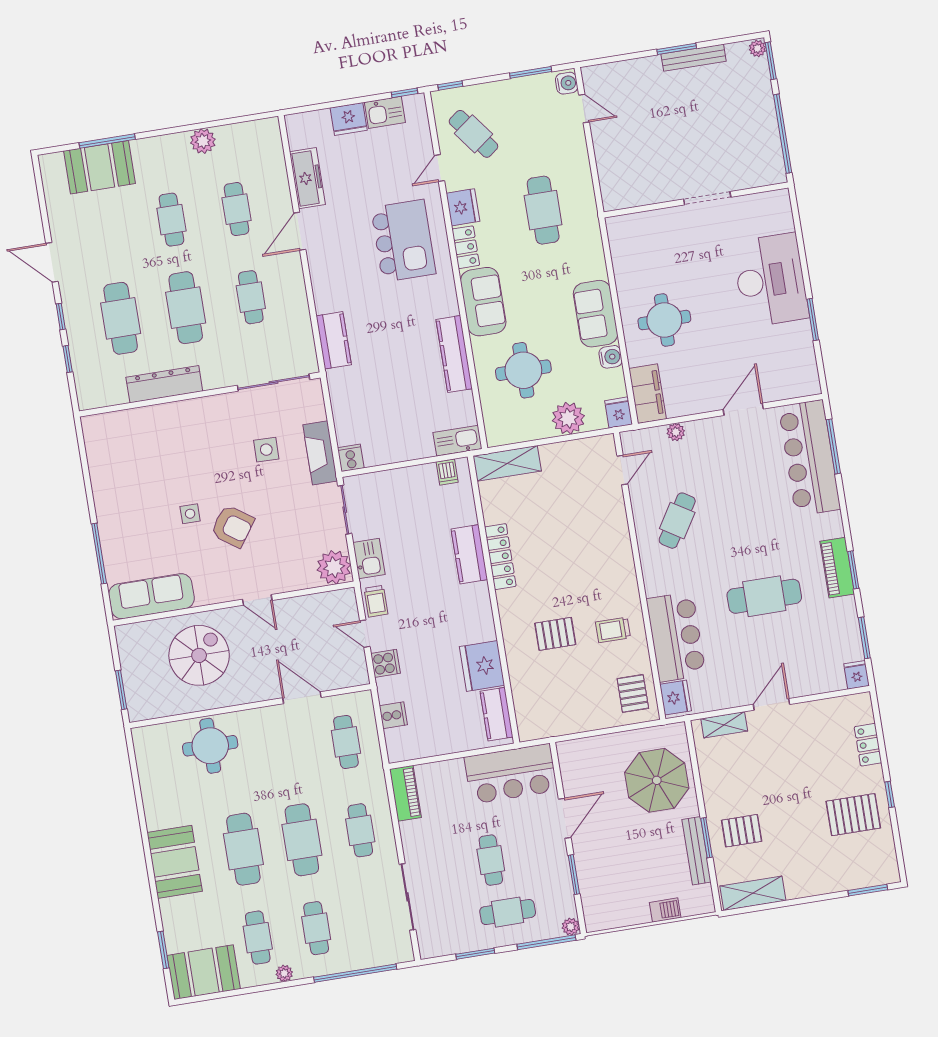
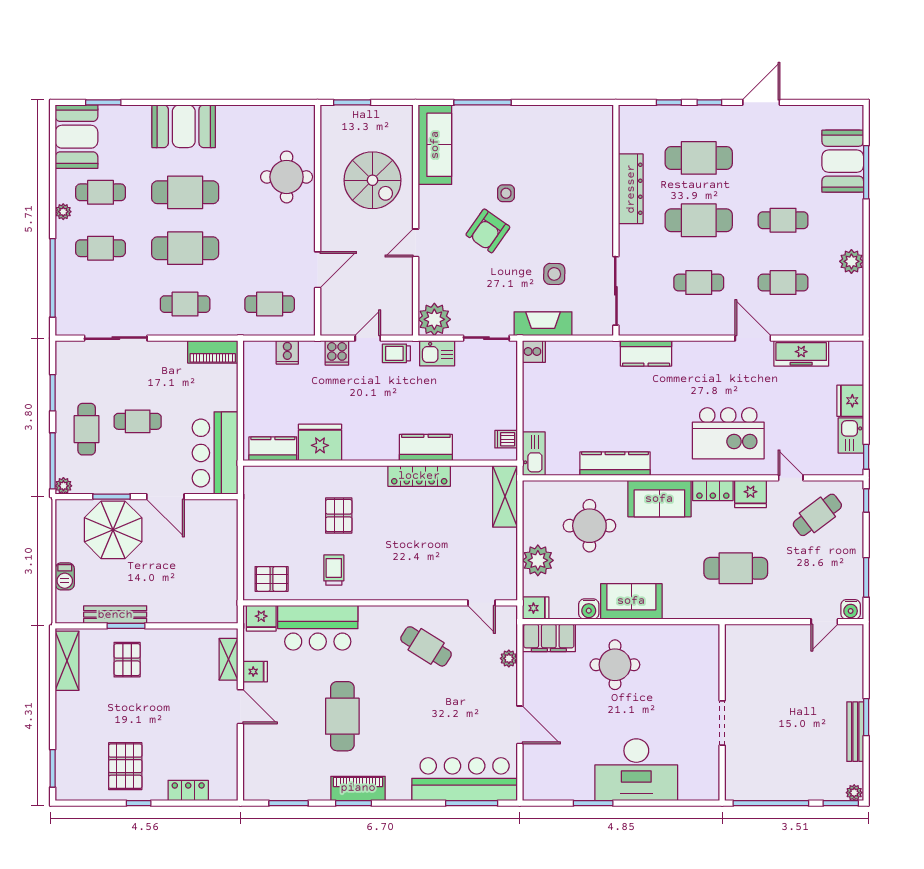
fridge: (857, 675) -> (255, 672), moved
parasol: (657, 780) -> (113, 530), moved

